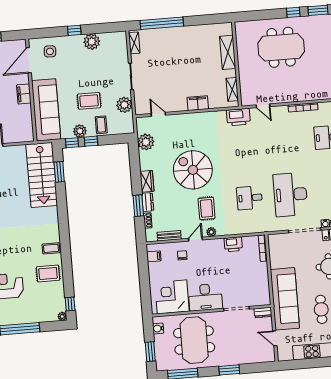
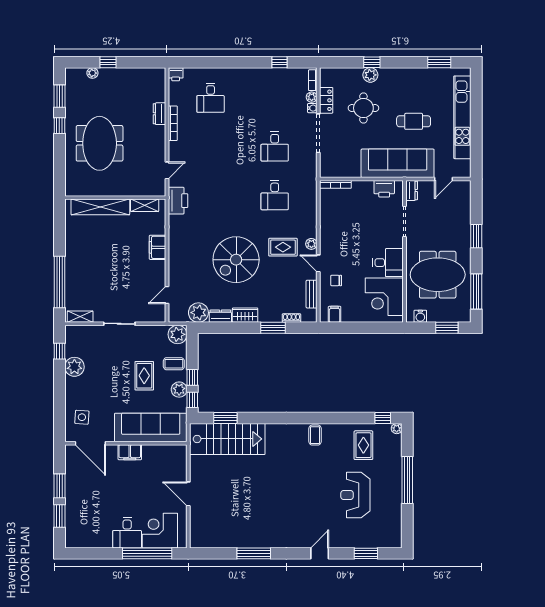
window: (74, 30) -> (59, 351), moved
shelving: (228, 52) -> (100, 207), width x1.47
dresser: (310, 96) -> (159, 114), added
plant: (124, 105) -> (178, 334), moved
desk: (290, 195) -> (275, 147), width x0.53, depth x0.77
dresser: (148, 202) -> (220, 316), moved
printer: (233, 244) -> (384, 189), moved, turned 90
rug: (48, 273) -> (363, 445), moved
desk: (205, 297) -> (388, 263), width x0.73

